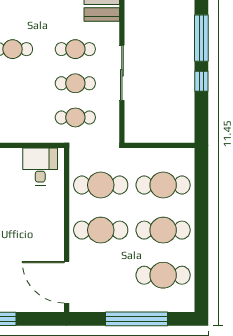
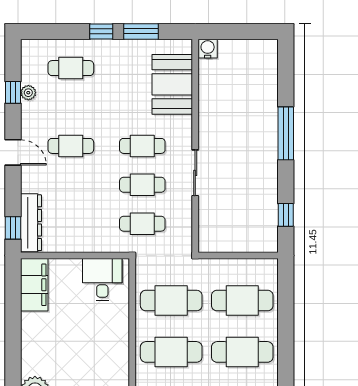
sliding door: (122, 73) -> (195, 173), width x0.73
window: (201, 81) -> (286, 215), moved

